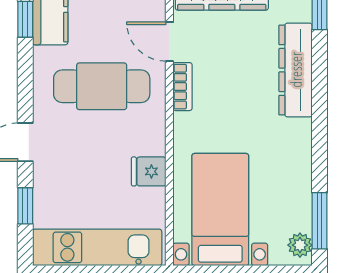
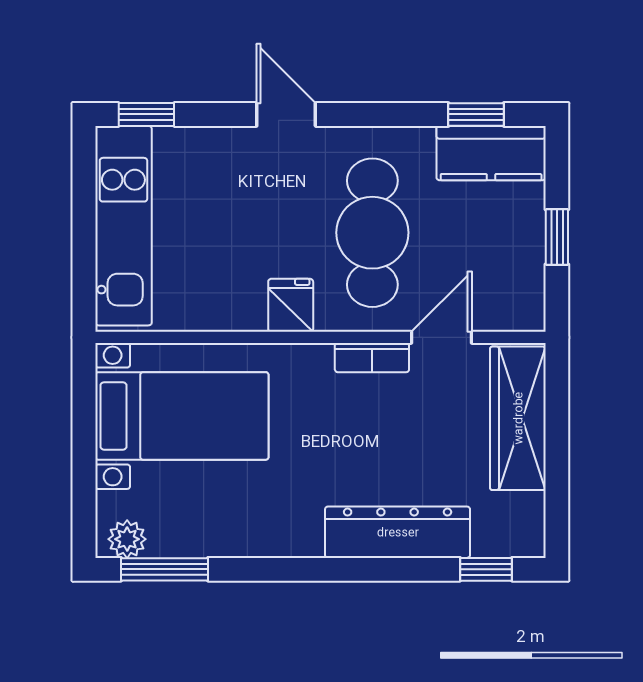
fridge: (149, 171) -> (291, 305), moved
window: (25, 206) -> (146, 114), moved

